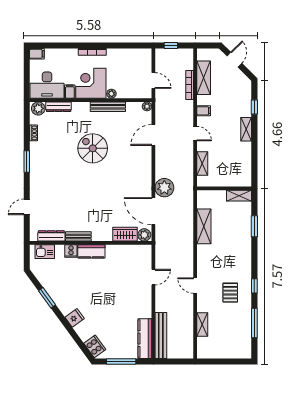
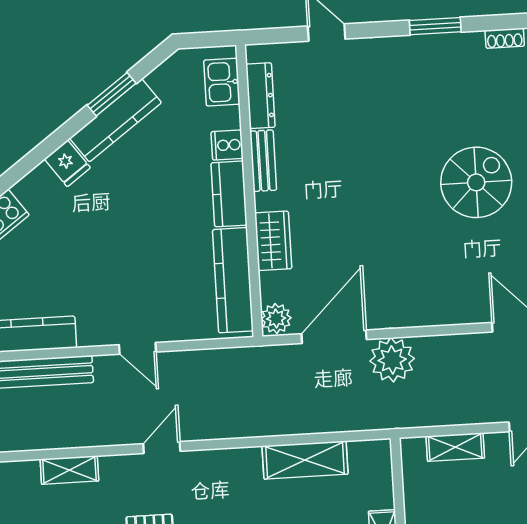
wardrobe: (125, 234) -> (273, 241), moved
kitchen counter: (127, 252) -> (233, 280), added
door: (153, 277) -> (138, 348), moved
kitchen counter: (58, 297) -> (115, 120), added

